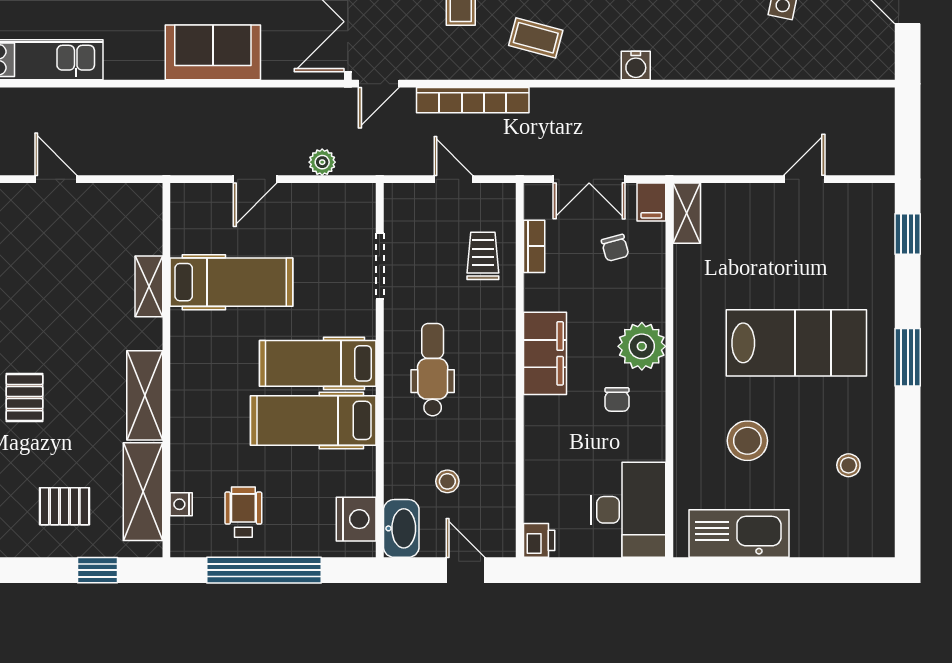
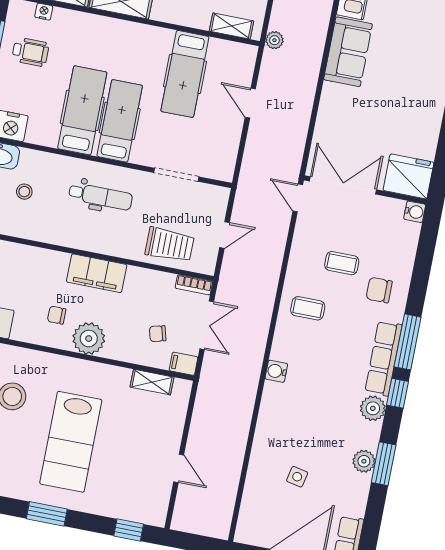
coffee table: (536, 38) -> (308, 308), turned 75
sofa: (213, 52) -> (348, 52), moved
bookcase: (473, 100) -> (274, 258), removed
plant: (322, 162) -> (274, 40), moved
double door: (589, 179) -> (207, 325), swing flipped
shelving: (687, 213) -> (152, 382), moved
bookcase: (534, 246) -> (194, 285), moved
trolley: (483, 256) -> (170, 245), width x1.36, depth x1.39
shelving: (149, 286) -> (231, 26), moved

